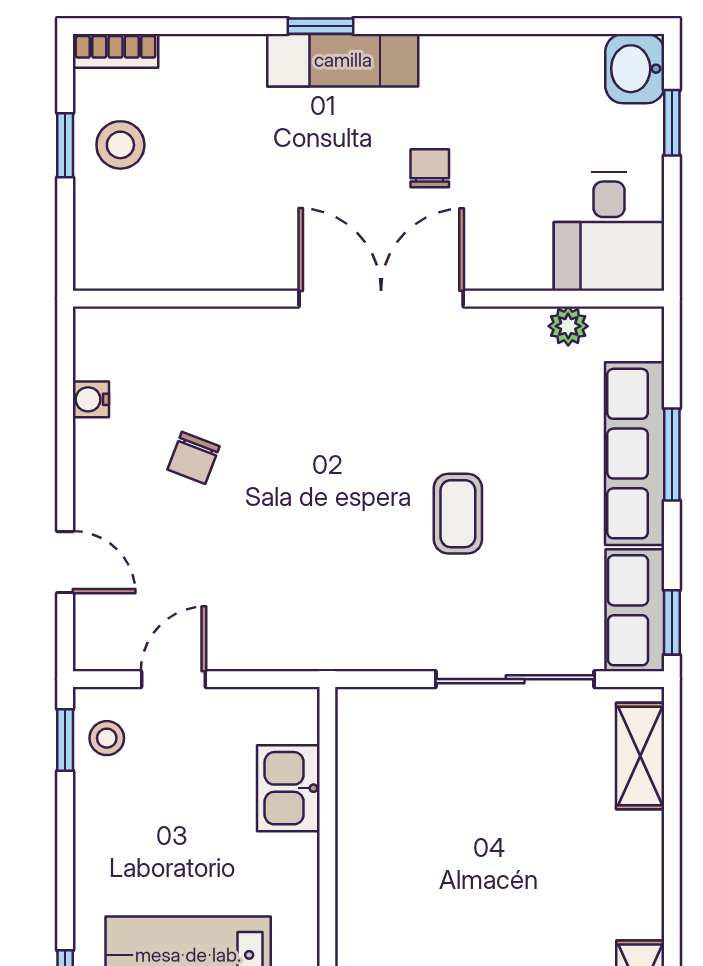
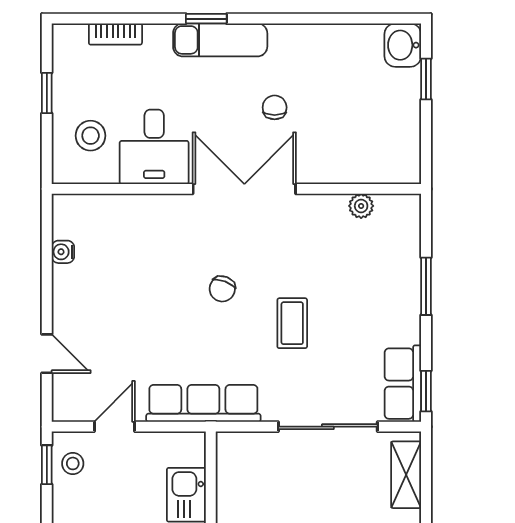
bookcase: (116, 51) -> (115, 34), moved
stool: (120, 145) -> (91, 136), moved
desk: (609, 231) -> (154, 147), moved
row of seats: (635, 454) -> (203, 403), moved, turned 90
chair: (194, 458) -> (222, 289), moved

